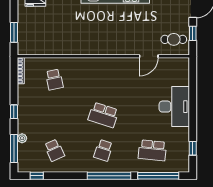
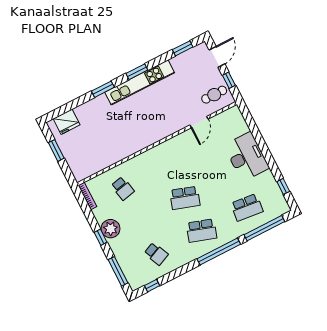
window: (14, 32) -> (56, 150), moved
plant: (22, 138) -> (111, 229), moved, width x1.88, depth x1.88
school desk: (103, 150) -> (201, 231), width x1.85

